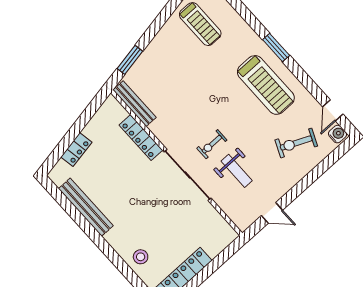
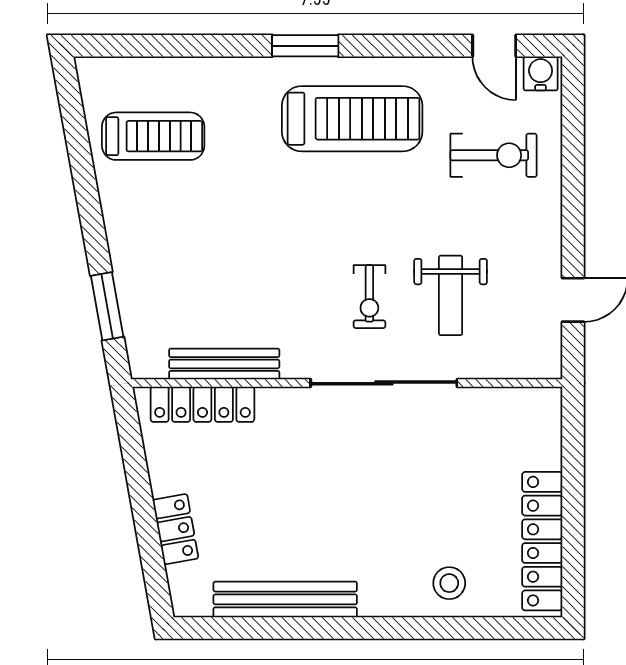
bench: (135, 104) -> (224, 364), moved
locker: (141, 138) -> (202, 404), moved
exercise bike: (296, 143) -> (494, 155), turned -114
weight bench: (237, 171) -> (451, 295), turned 90

